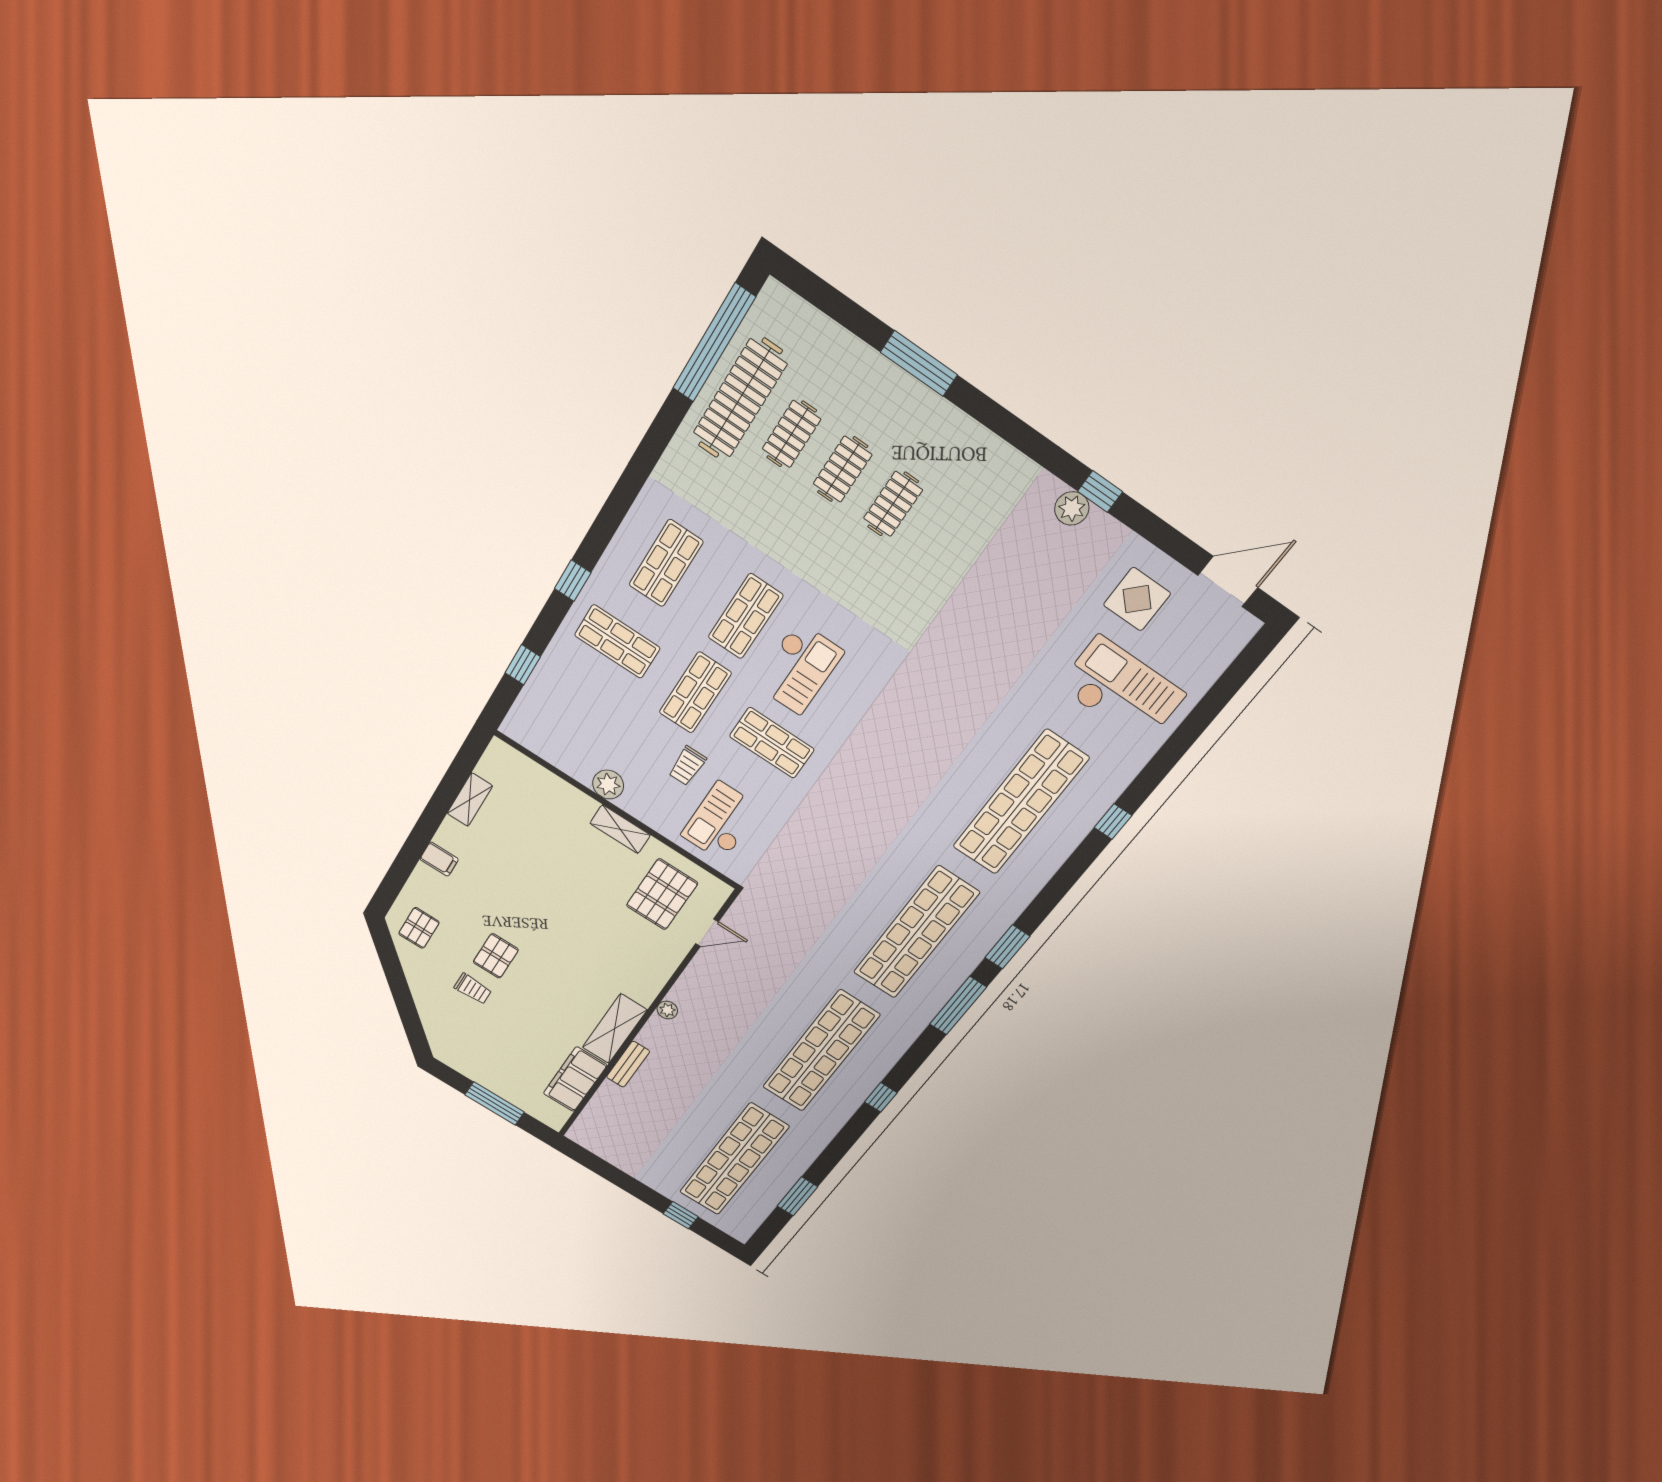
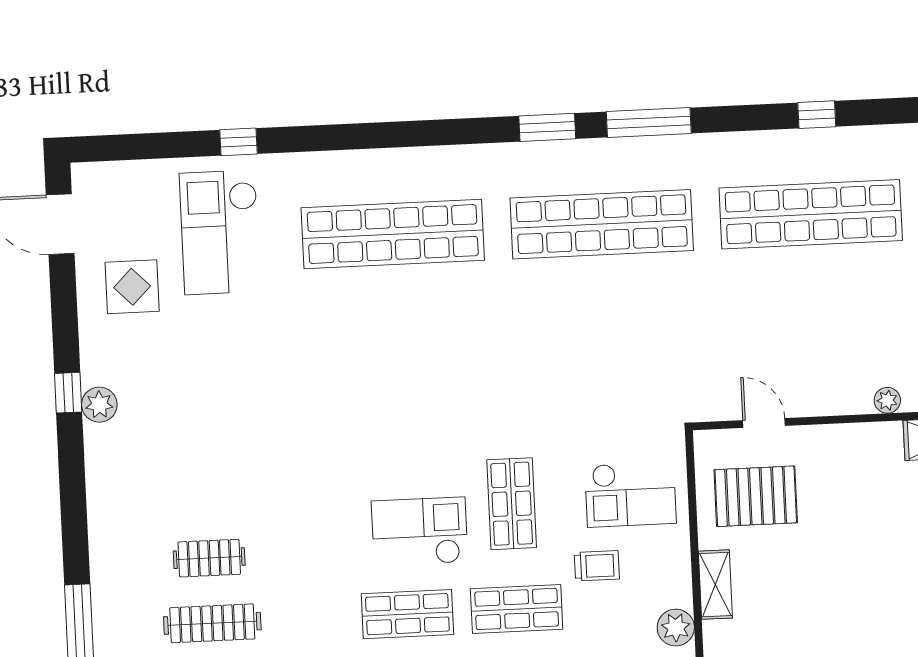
clothes rail: (843, 469) -> (212, 623), width x1.36
window: (1113, 822) -> (238, 142), moved

